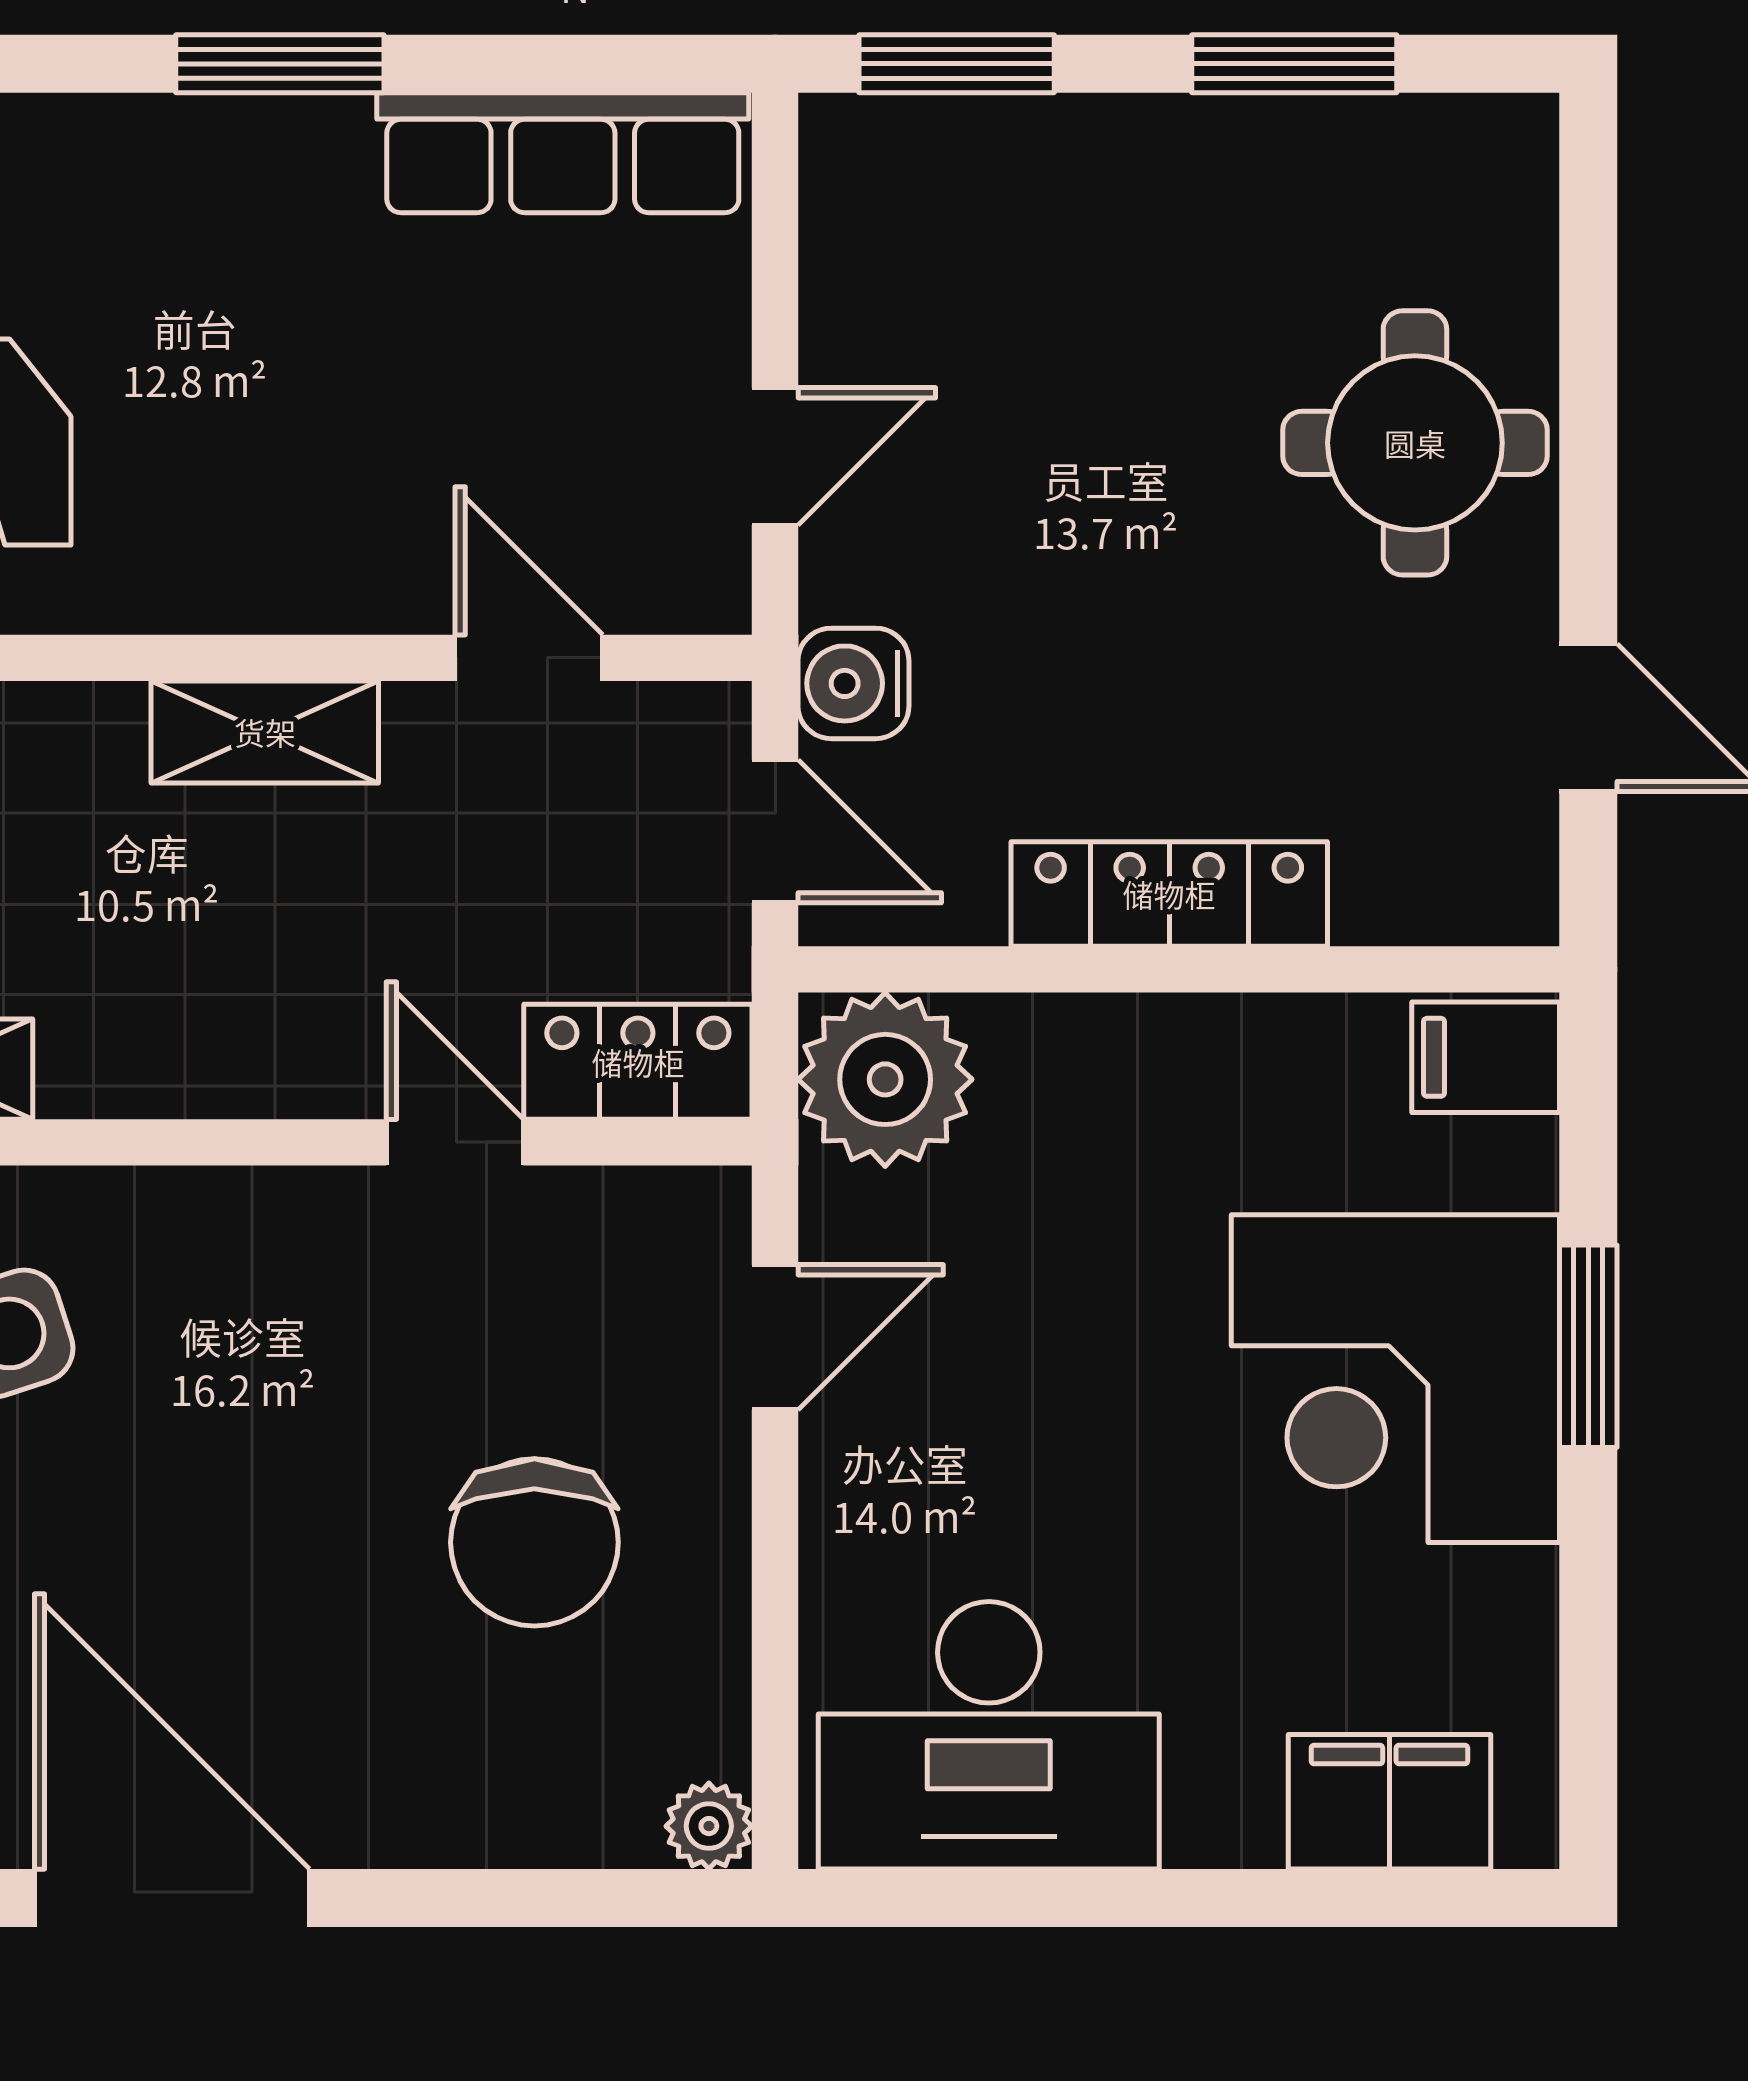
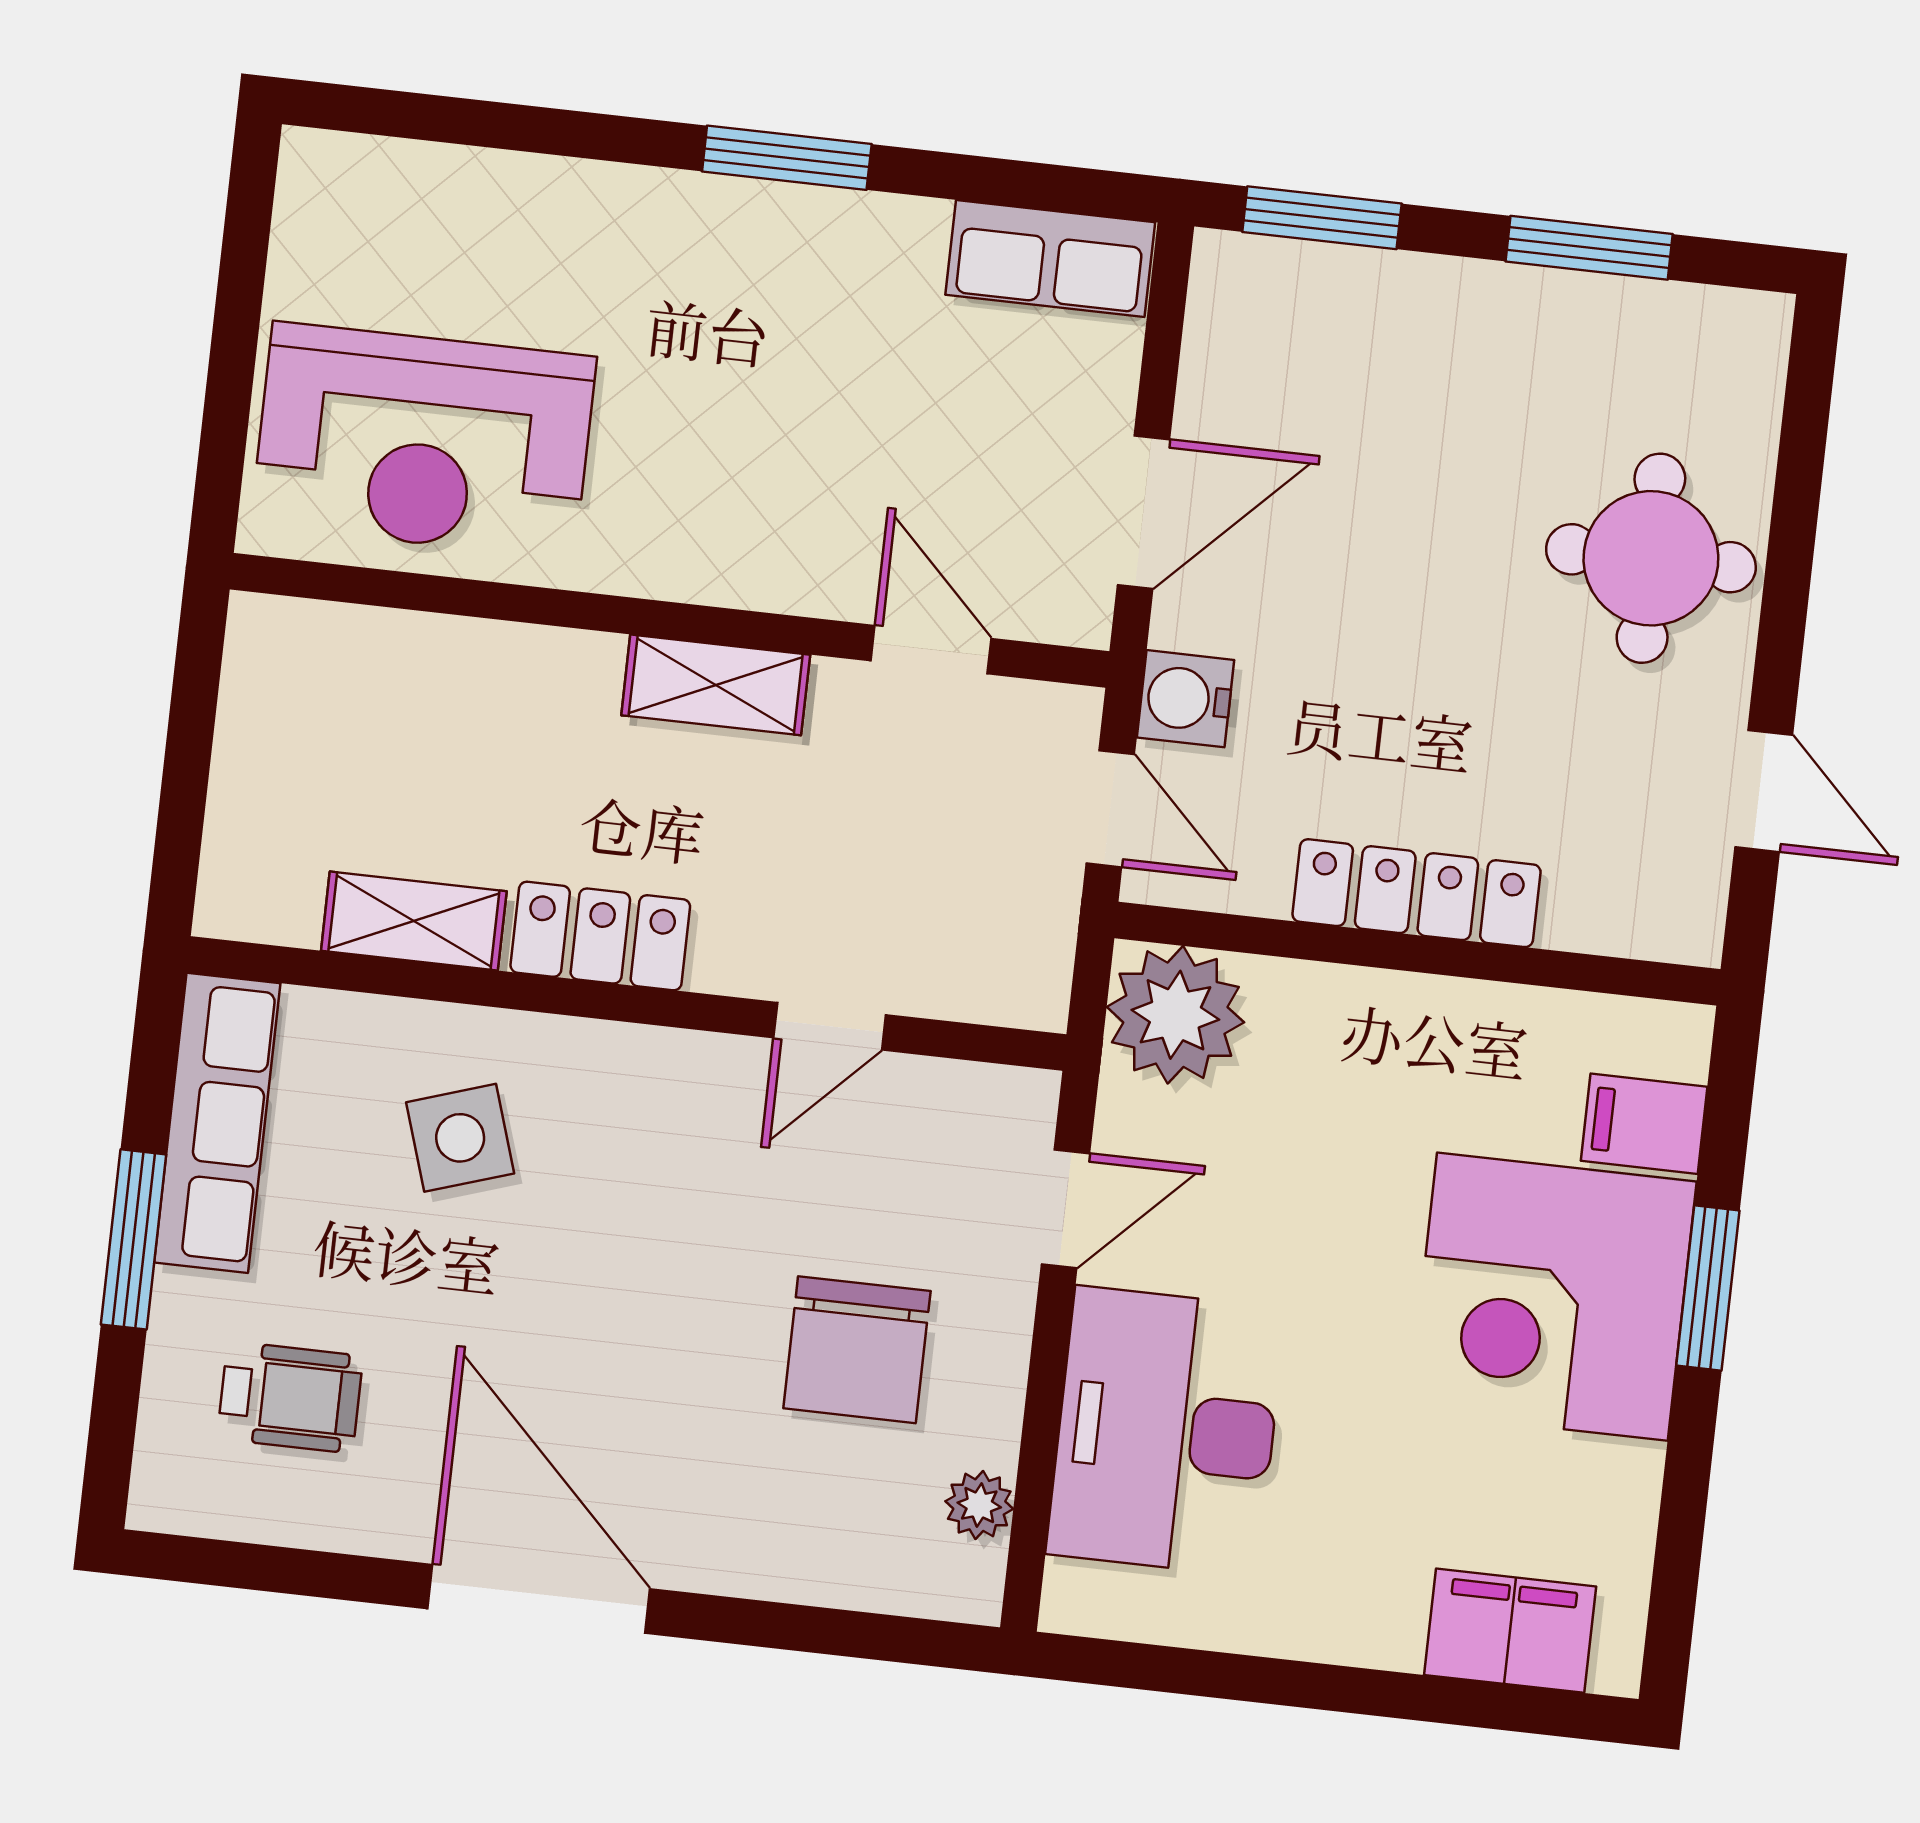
row of seats: (563, 153) -> (1050, 259), width x0.68
door: (775, 456) -> (1144, 512), width x1.38
filing cabinet: (1486, 1057) -> (1644, 1124), moved
locker: (638, 1062) -> (600, 936), moved
door: (455, 1142) -> (830, 1026), swing flipped
desk: (989, 1735) -> (1166, 1431), moved, turned 90
plant: (709, 1826) -> (979, 1505), moved

